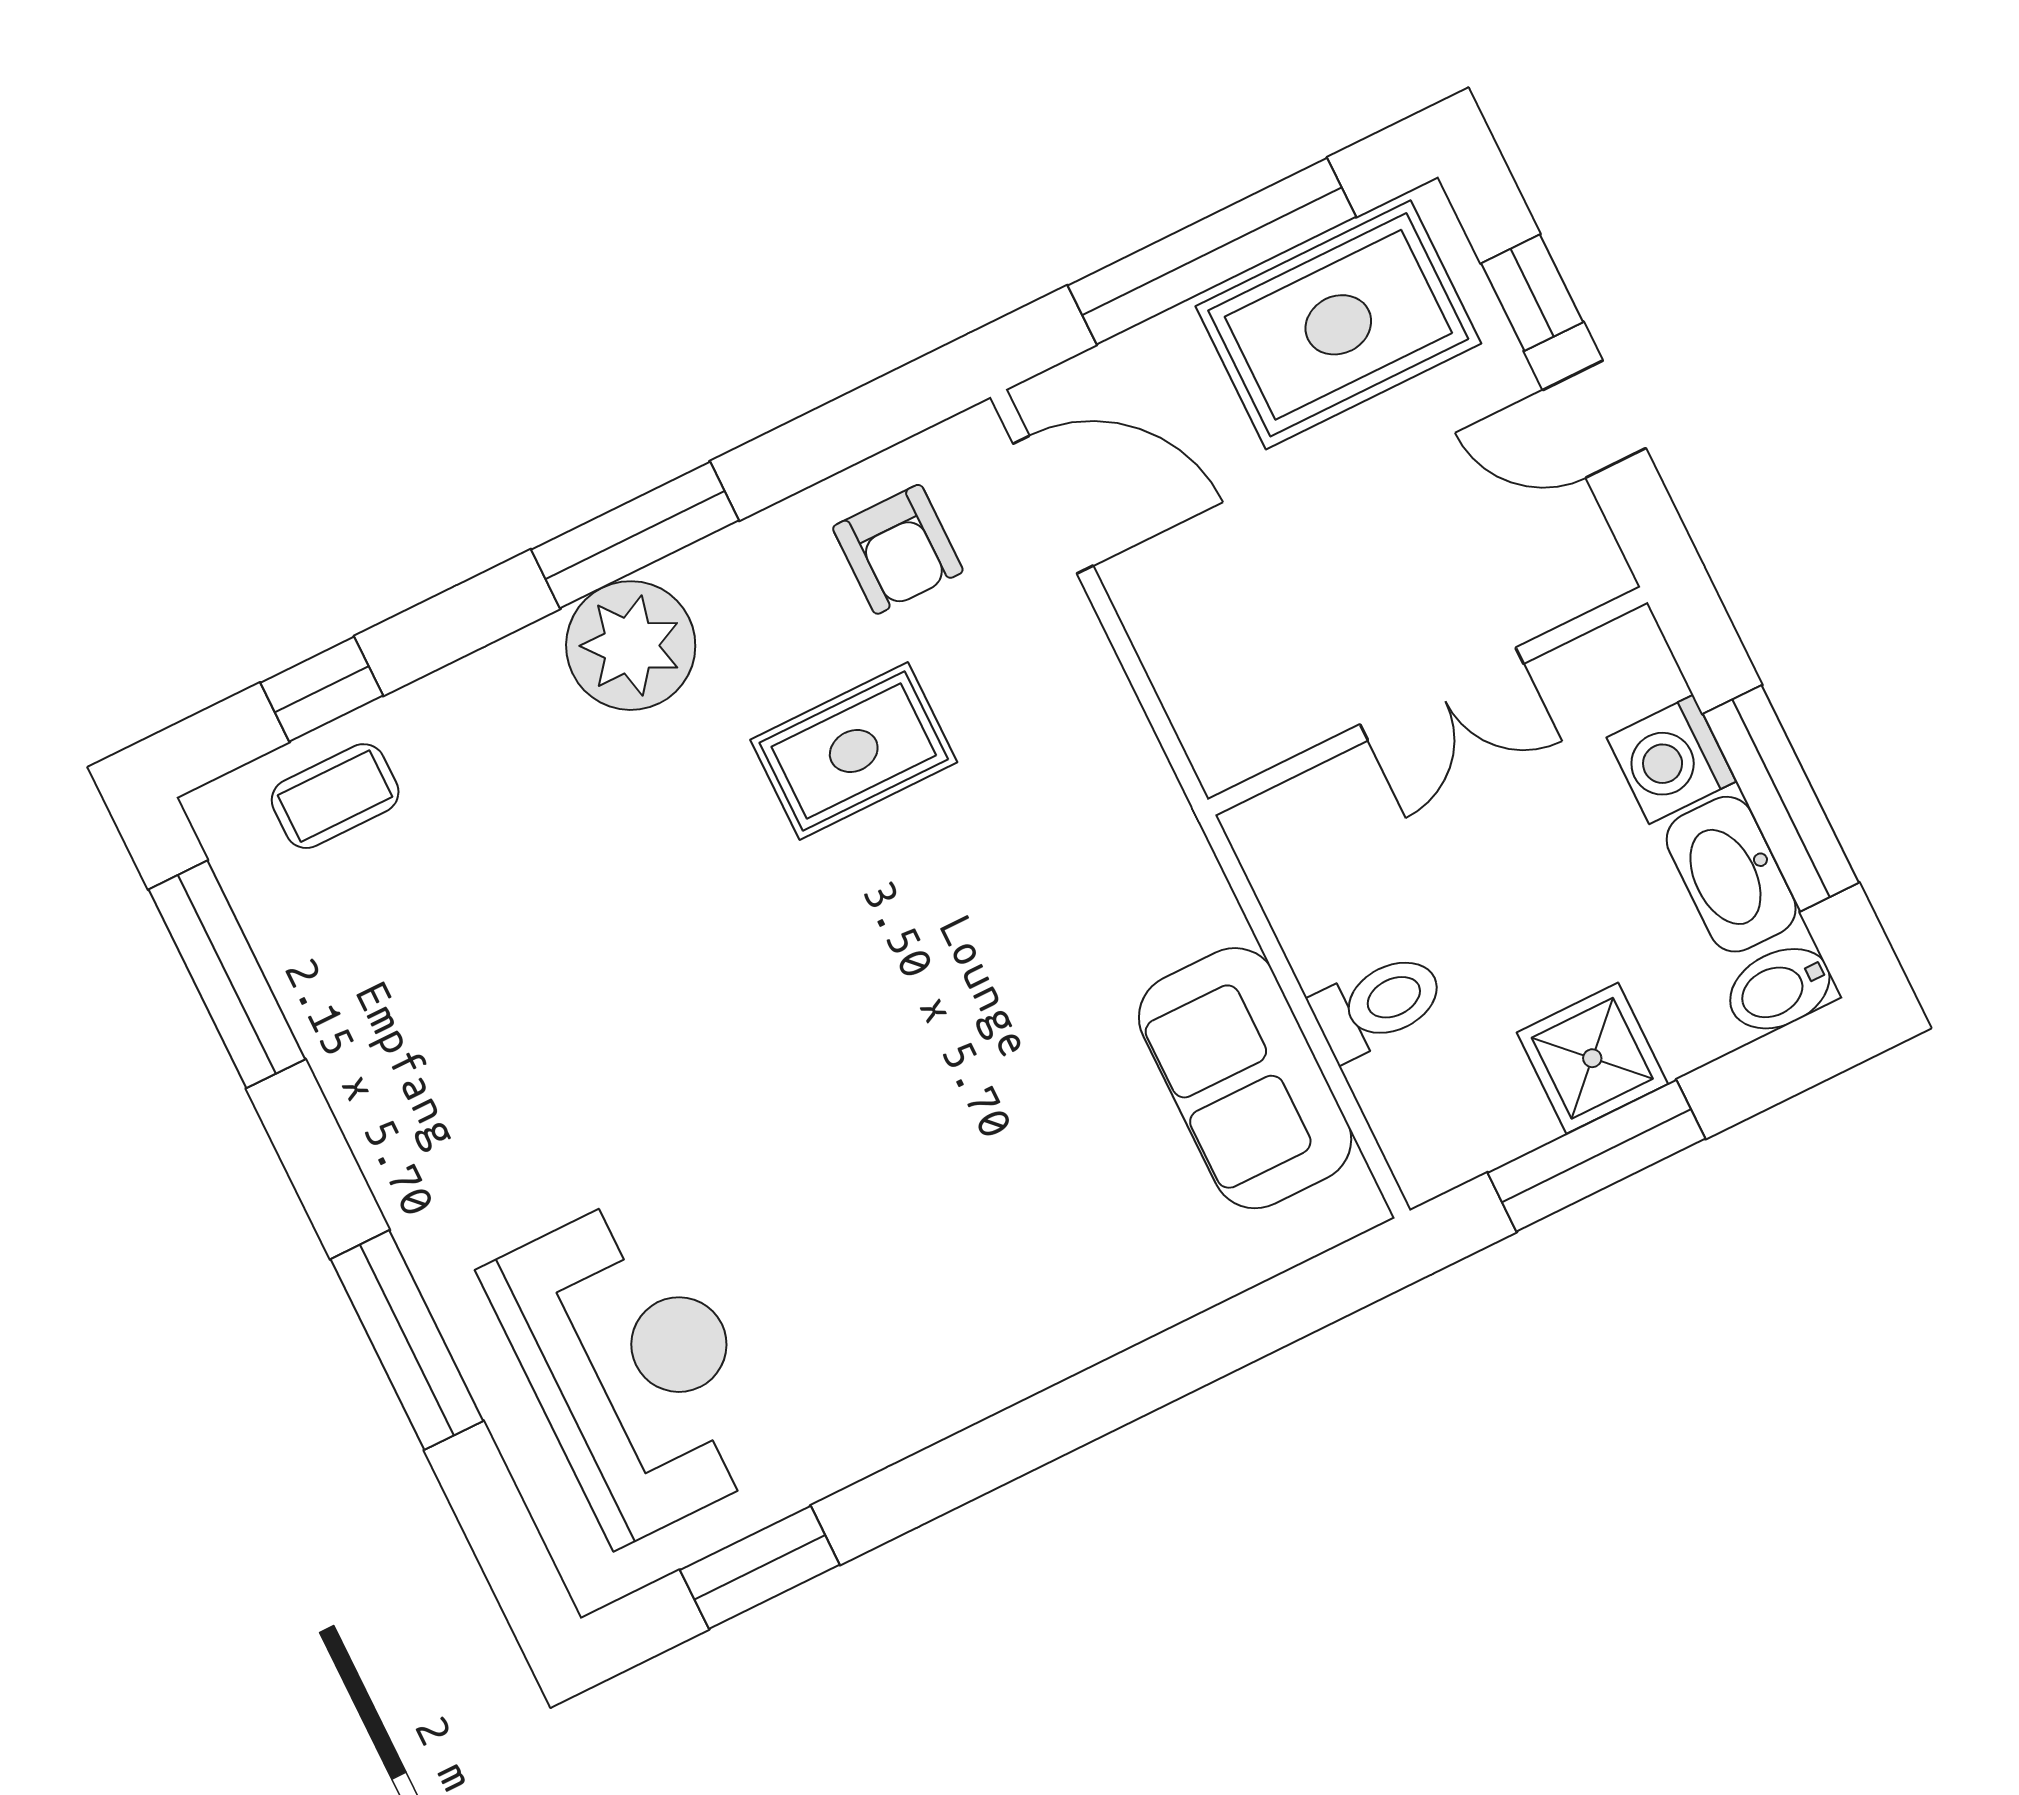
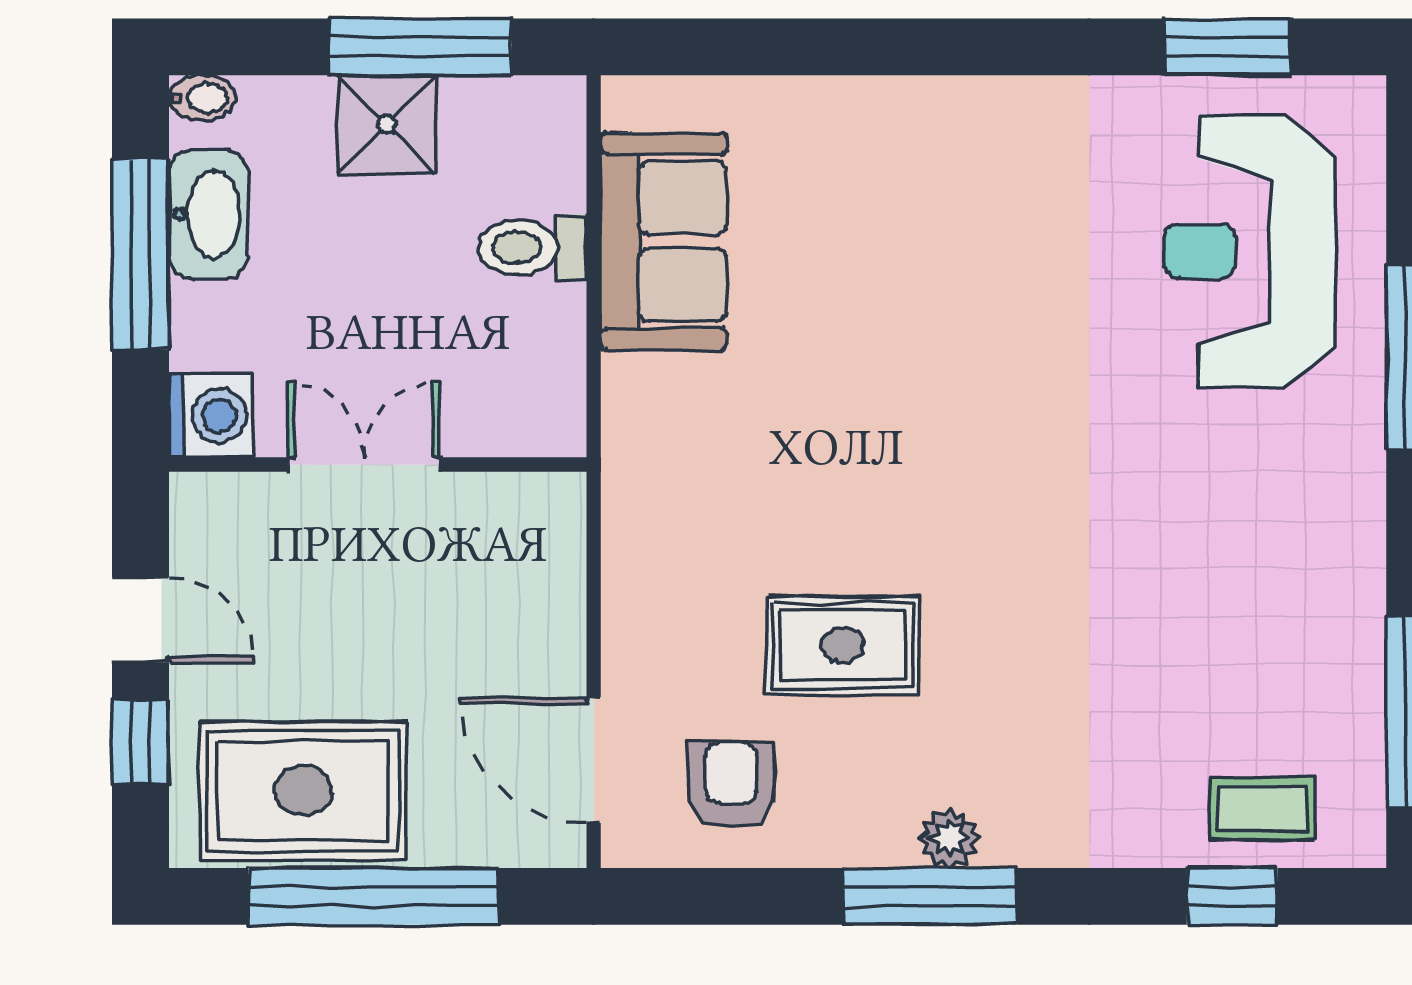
plant: (631, 646) -> (949, 838), width x0.53, depth x0.53
washing machine: (1671, 759) -> (211, 416), moved
bidet: (1780, 989) -> (202, 98), width x0.72, depth x0.74

